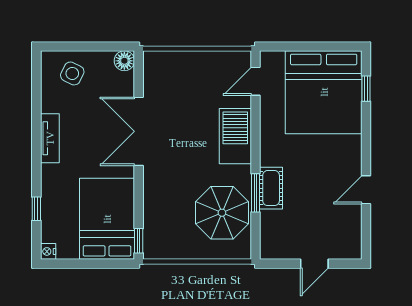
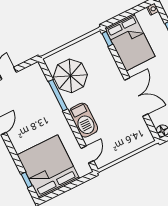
cot: (271, 188) -> (51, 102), removed
window: (255, 193) -> (58, 95), width x1.44

